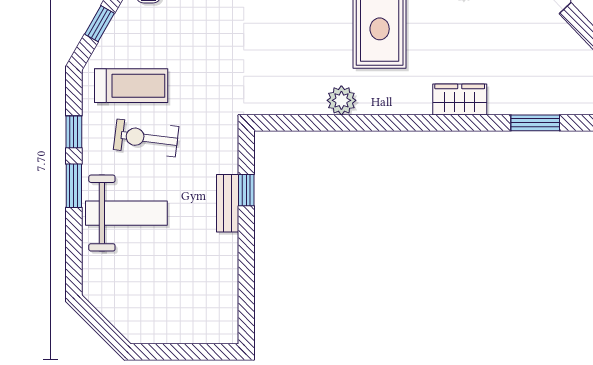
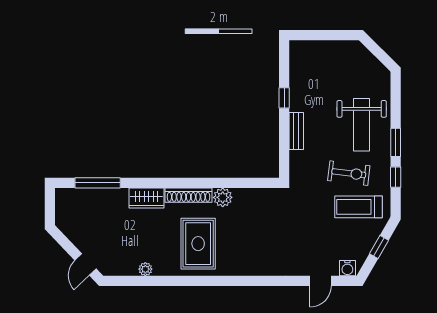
shoe rack: (395, 104) -> (188, 195), added
window: (535, 123) -> (98, 183), width x1.44
window: (246, 190) -> (284, 98), moved
weight bench: (126, 213) -> (362, 125), turned -90

